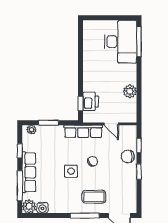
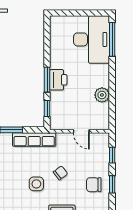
window: (81, 78) -> (47, 80), added
printer: (91, 101) -> (58, 80), moved
row of seats: (83, 131) -> (34, 139), moved
chair: (128, 157) -> (94, 185), moved

